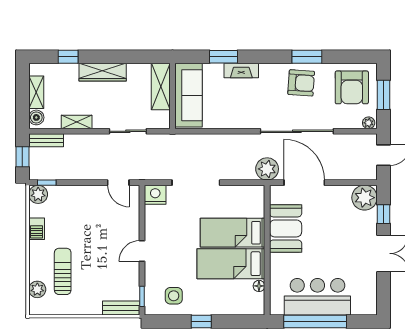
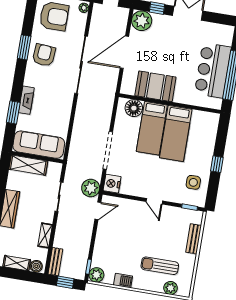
plant: (267, 169) -> (91, 188), moved
door: (304, 183) -> (124, 52), moved
floor lamp: (259, 286) -> (134, 108), moved, width x1.89, depth x1.89
bench: (121, 308) -> (194, 239), moved

